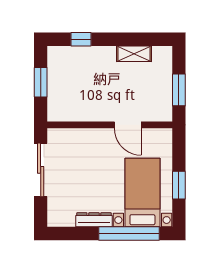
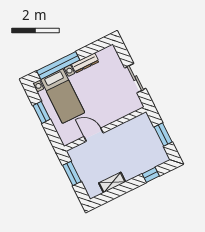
sliding door: (41, 170) -> (135, 78), width x0.73

